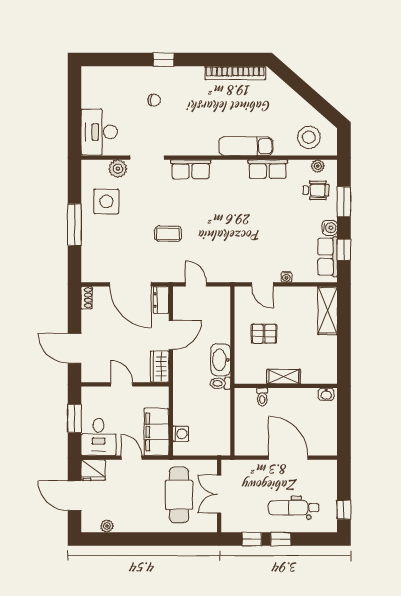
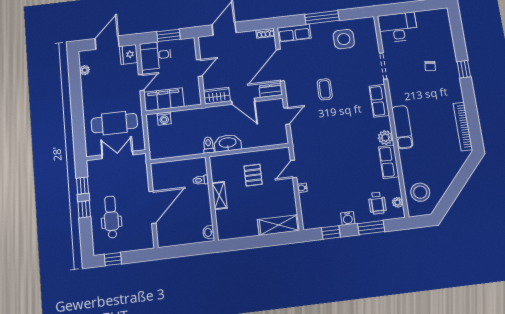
exam couch: (246, 146) -> (402, 127), moved
plant: (118, 169) -> (385, 138), moved
row of seats: (328, 257) -> (294, 33), moved, turned 180

